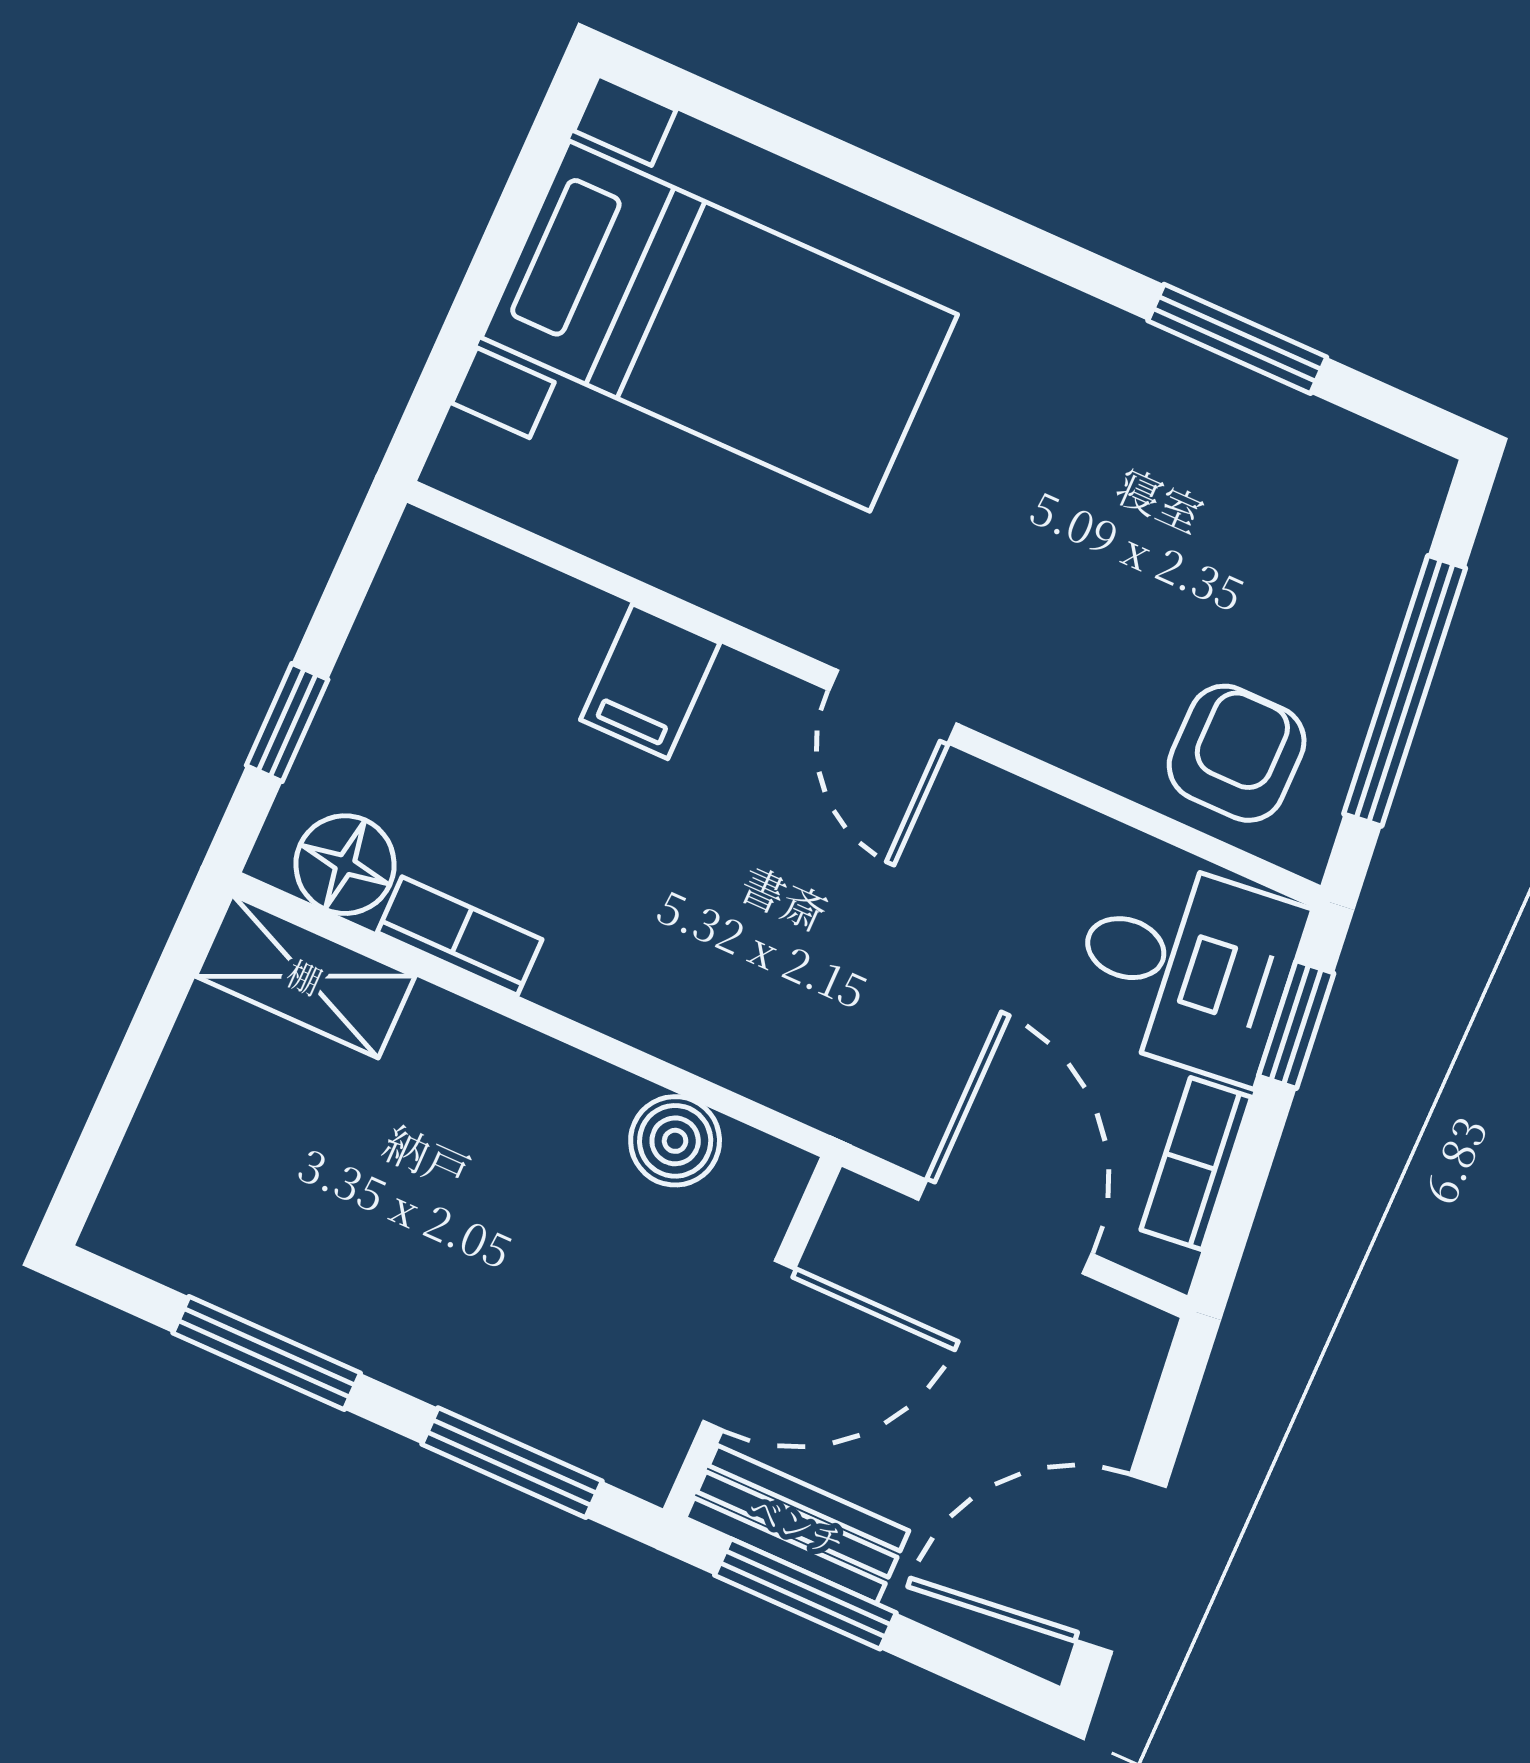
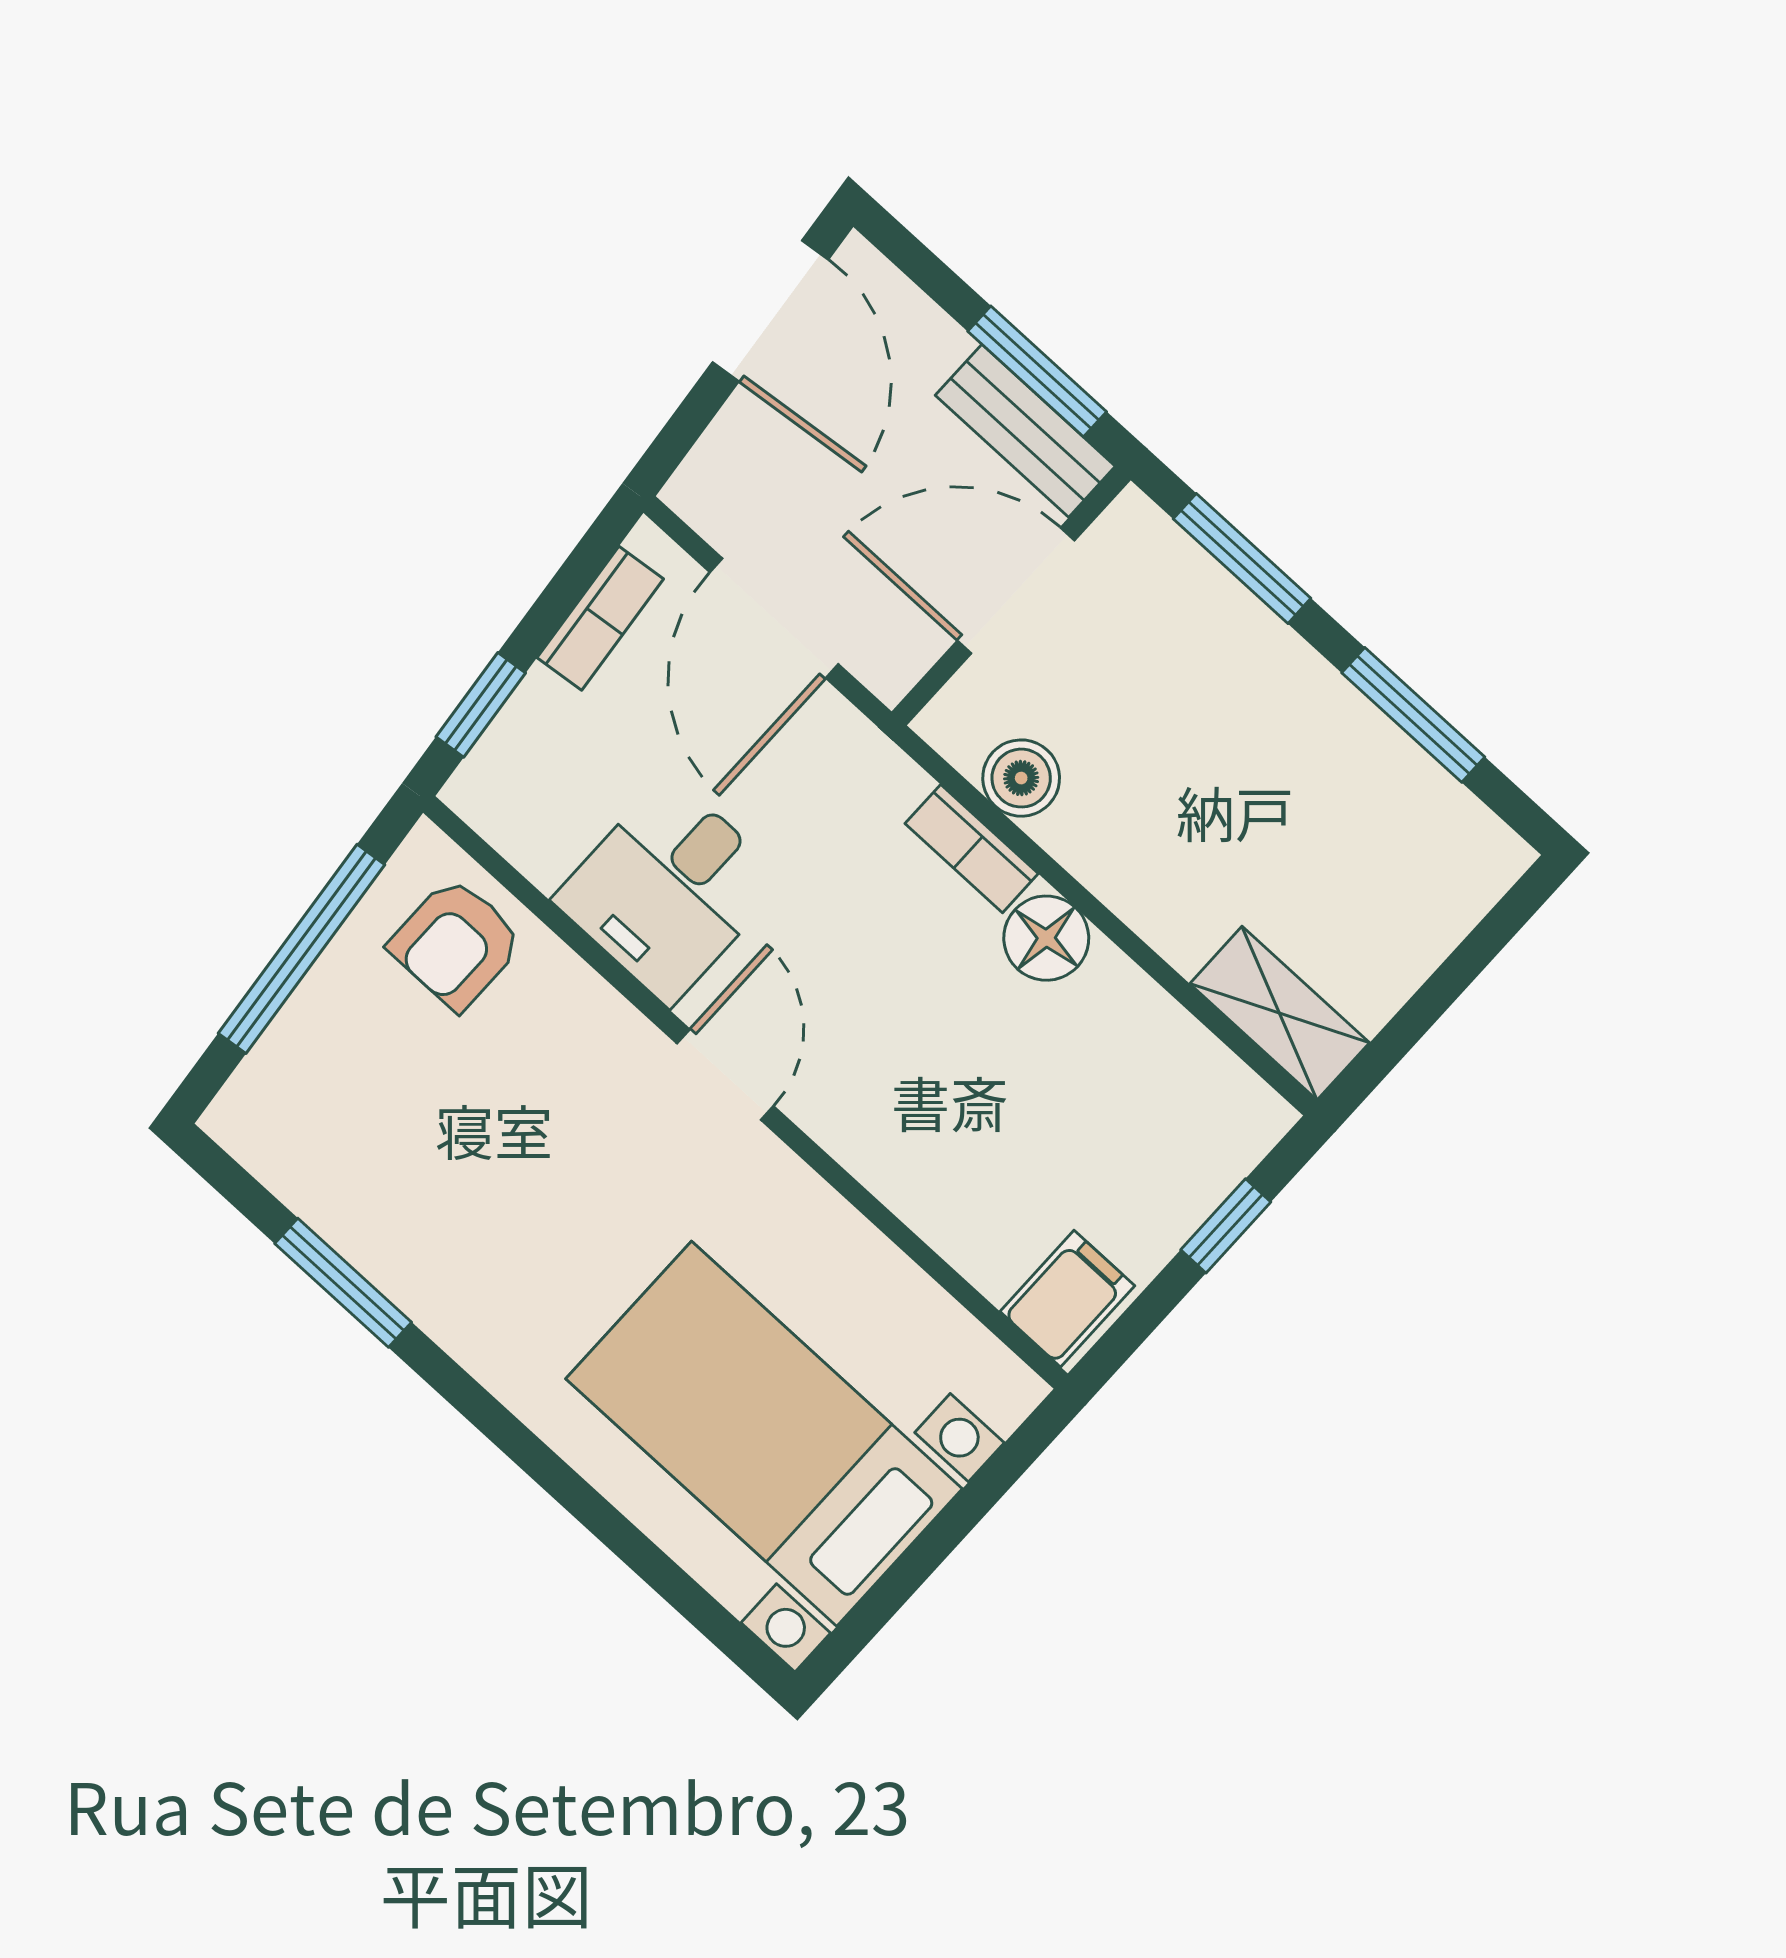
filing cabinet: (650, 681) -> (1067, 1299), moved
floor lamp: (345, 865) -> (1046, 938), moved
bookcase: (460, 936) -> (972, 849), moved
desk: (1186, 968) -> (669, 890), moved, turned -84
door: (1121, 1564) -> (770, 311), hinge flipped

